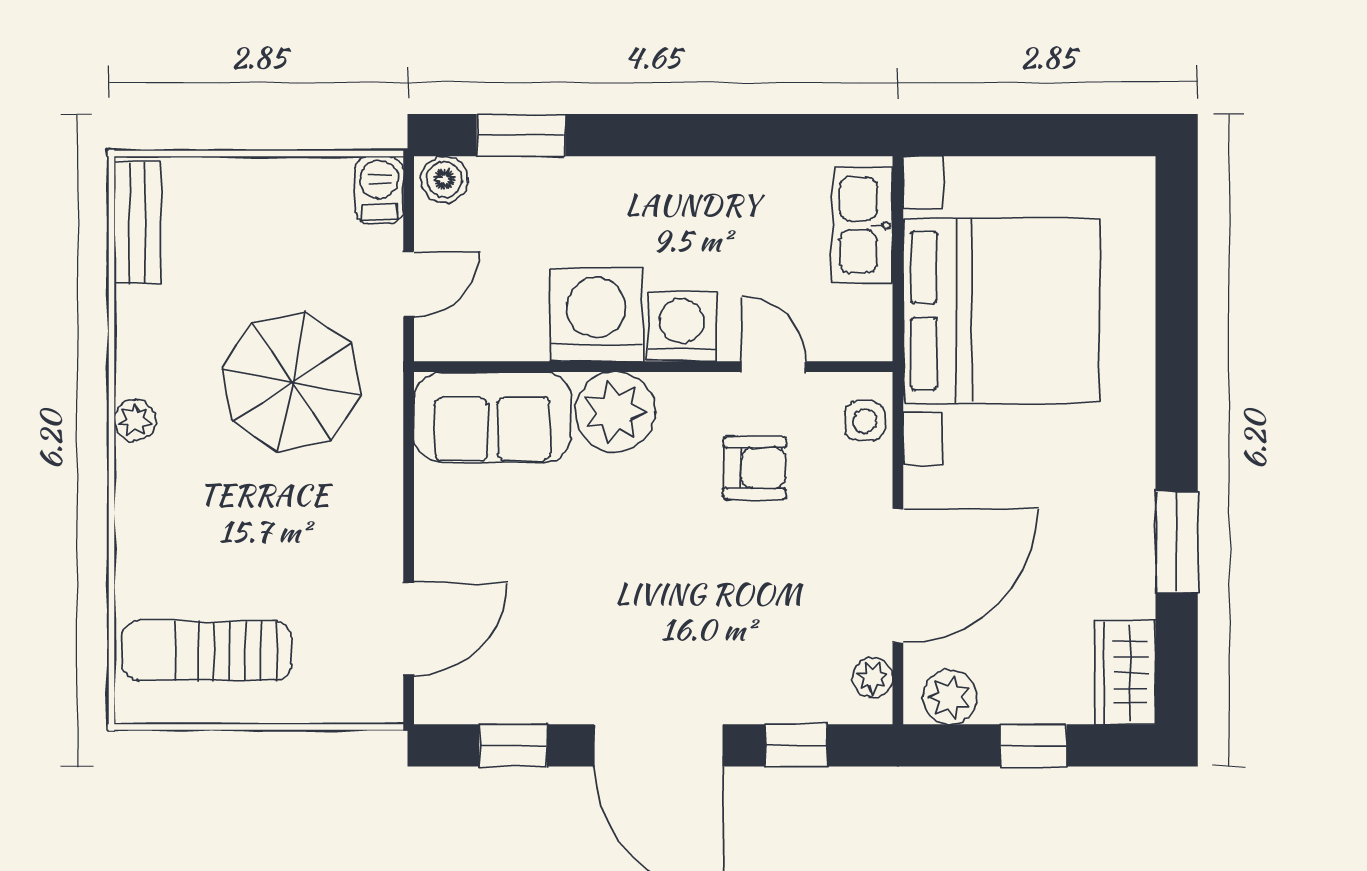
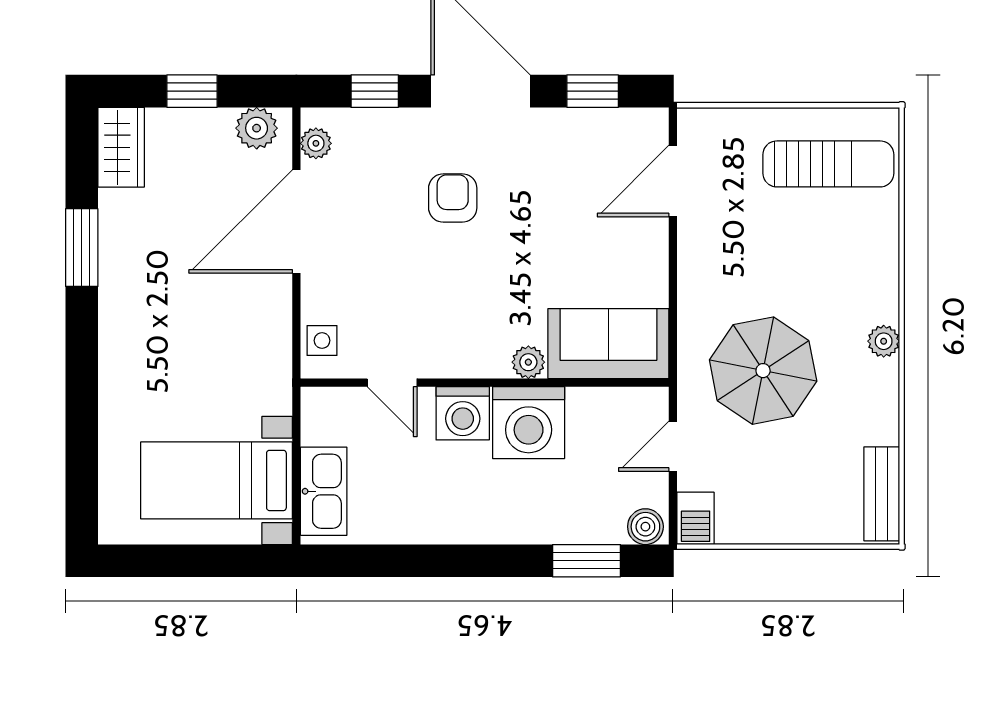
bed with nightstands: (1002, 310) -> (216, 480), width x0.54
plant: (615, 412) -> (528, 362), width x0.53, depth x0.53
armchair: (755, 468) -> (453, 198), moved, turned 90

